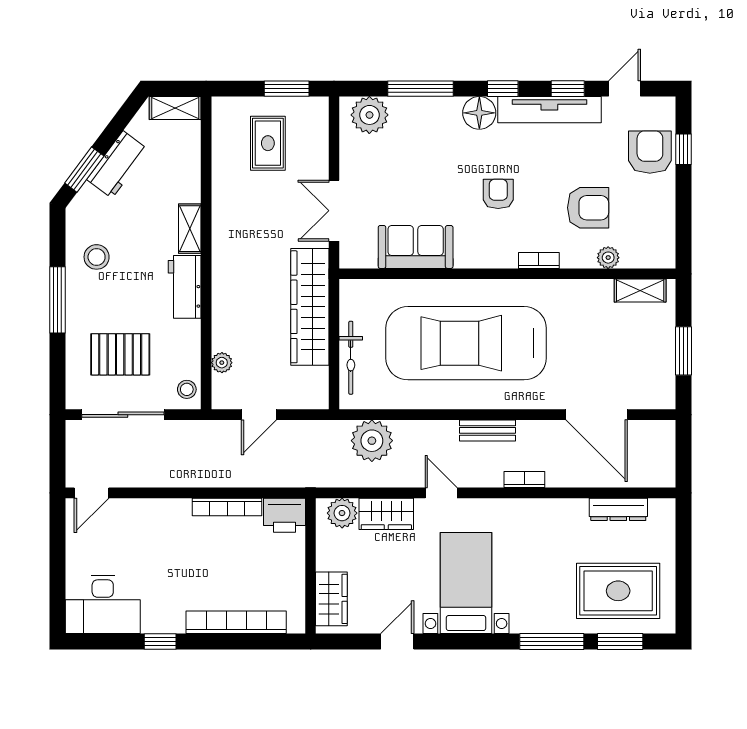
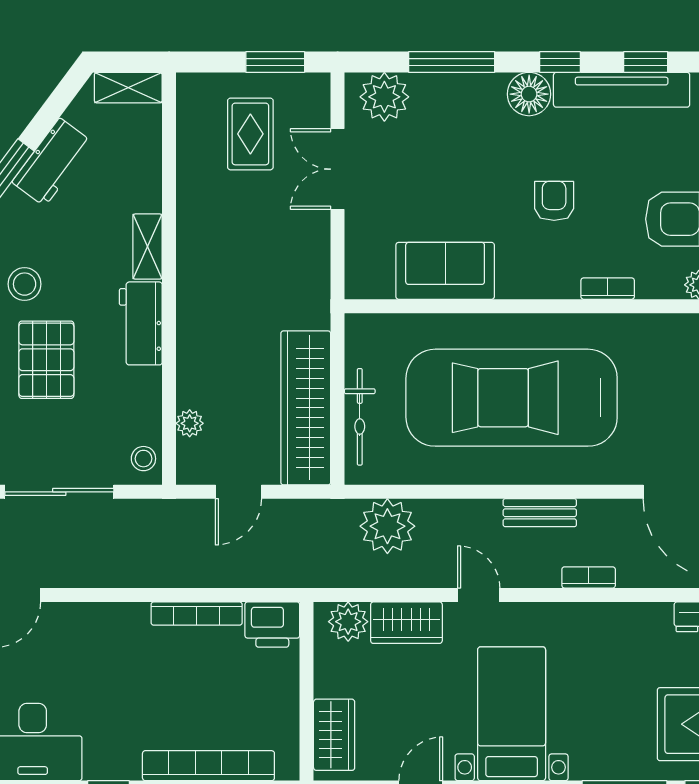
double door: (334, 211) -> (338, 169), moved
wardrobe: (310, 307) -> (306, 408), moved
pallet: (120, 354) -> (46, 360), moved, turned 90

